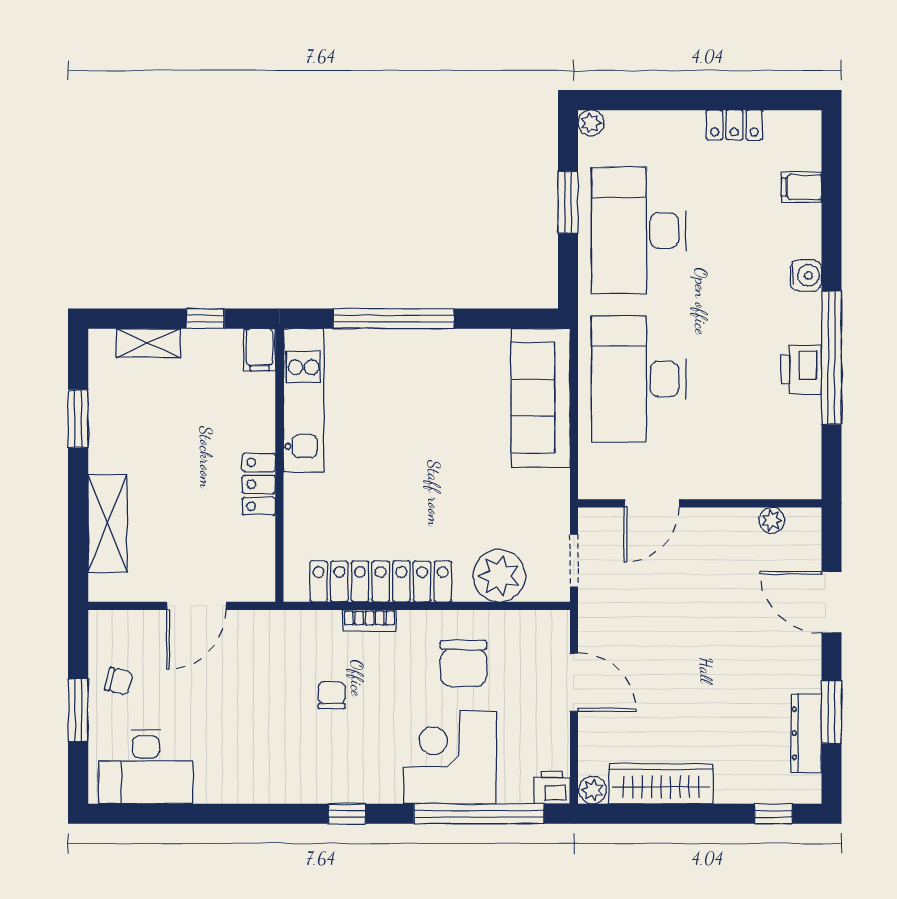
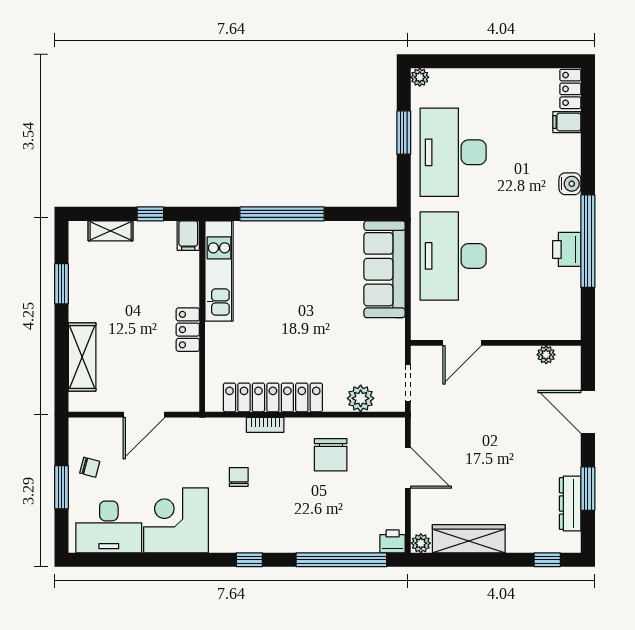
locker: (734, 125) -> (570, 89), moved, turned 90
plant: (499, 576) -> (361, 398), width x0.73, depth x0.73
corner desk: (450, 757) -> (176, 520), moved

